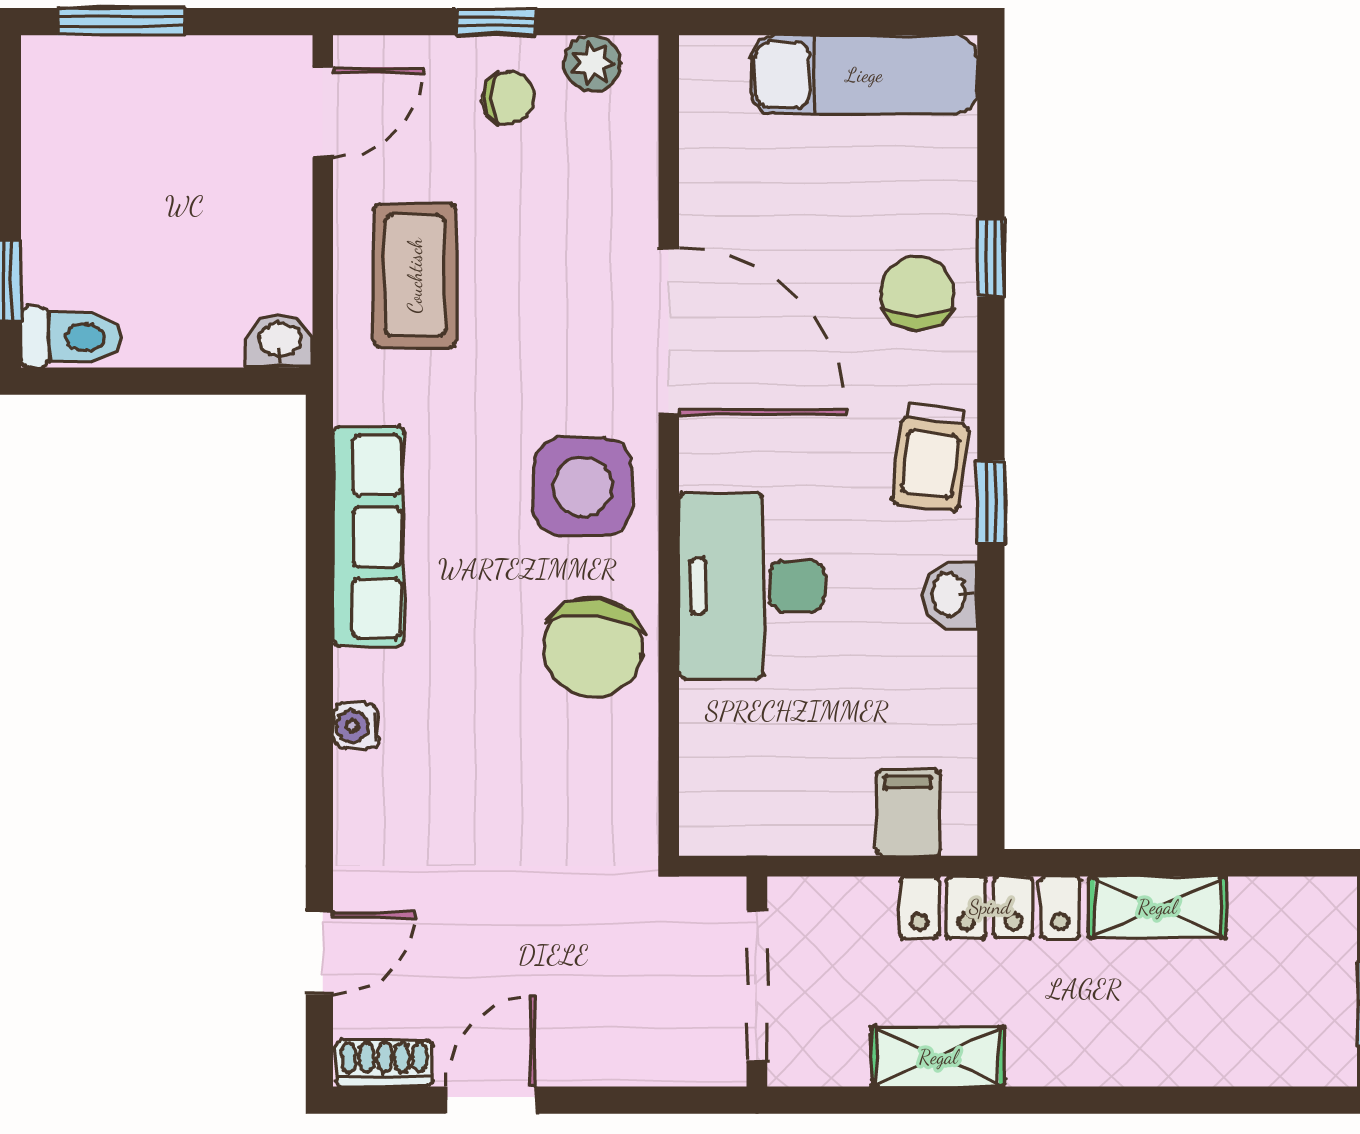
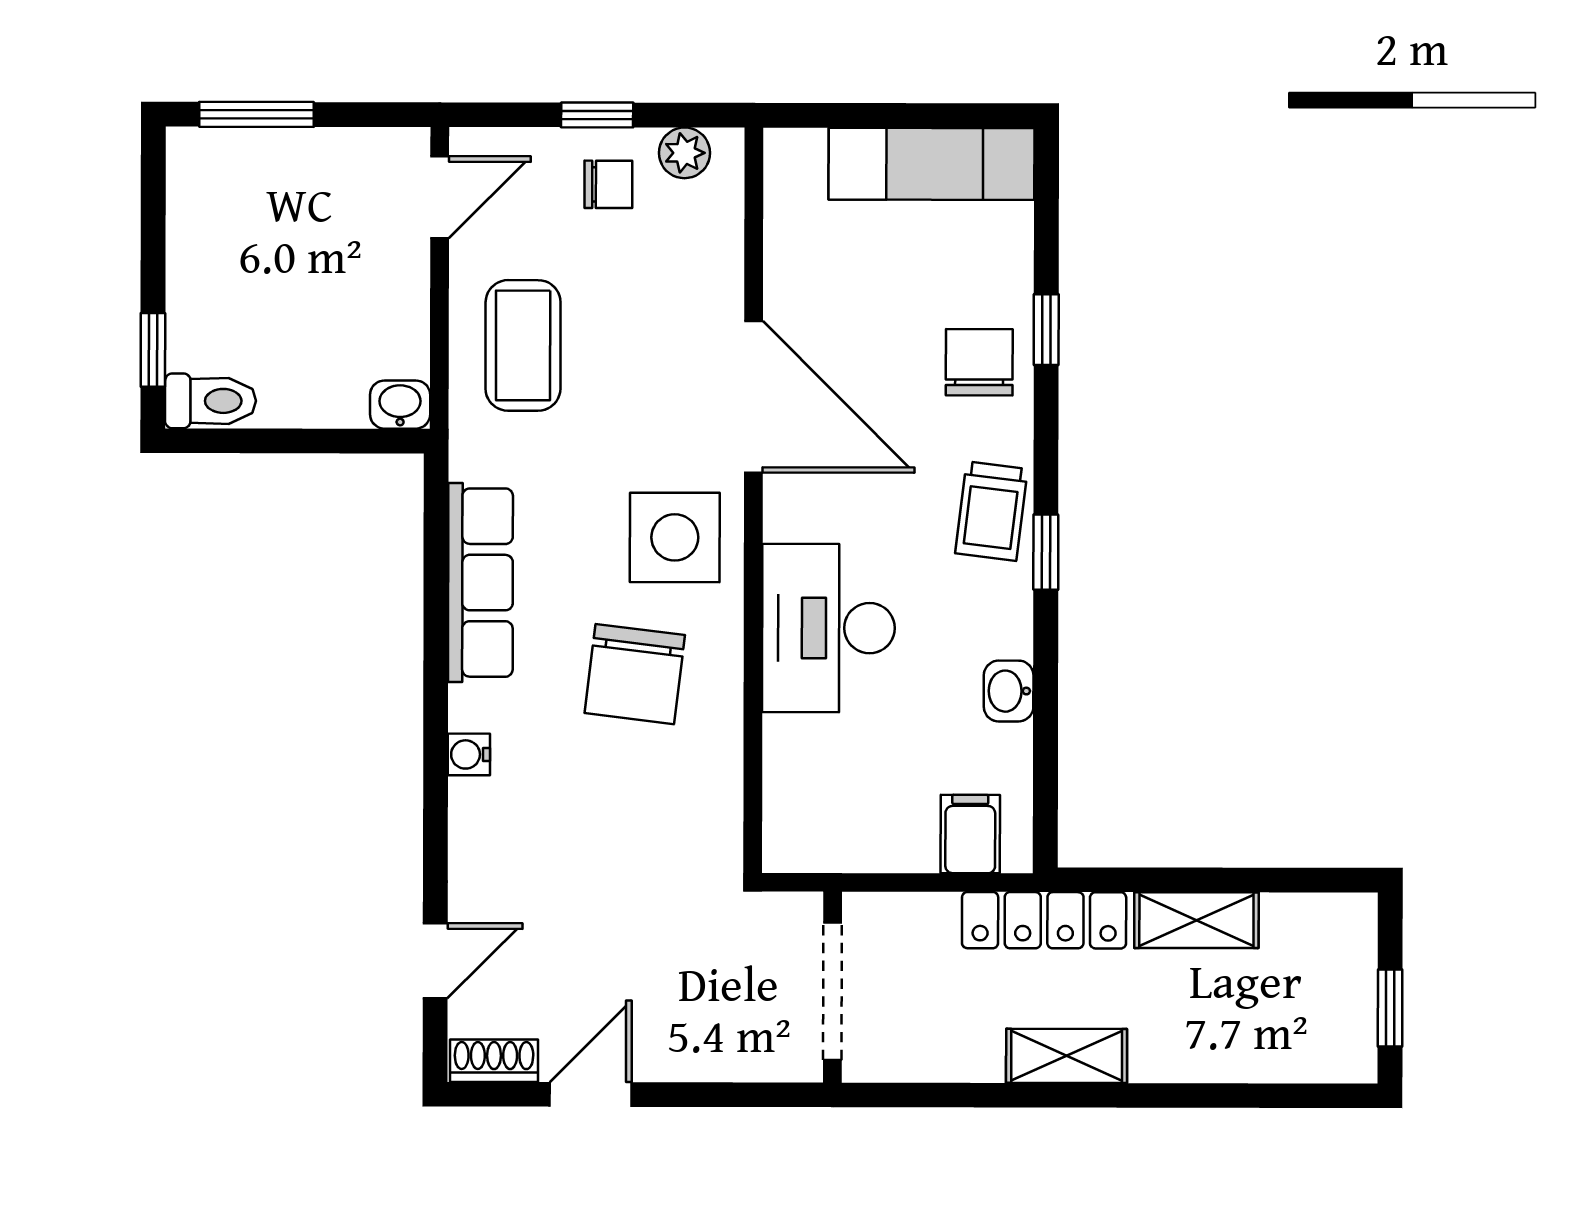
washbasin: (950, 595) -> (1009, 691), moved
chair: (593, 647) -> (635, 674), moved
shelving: (938, 1057) -> (1067, 1056), moved

